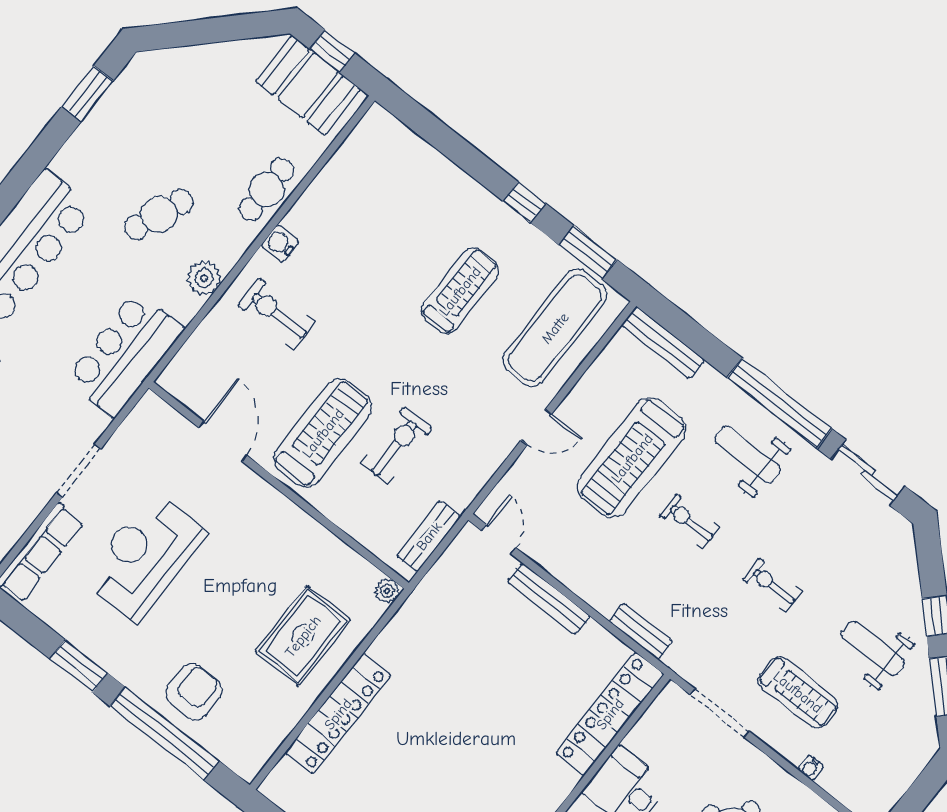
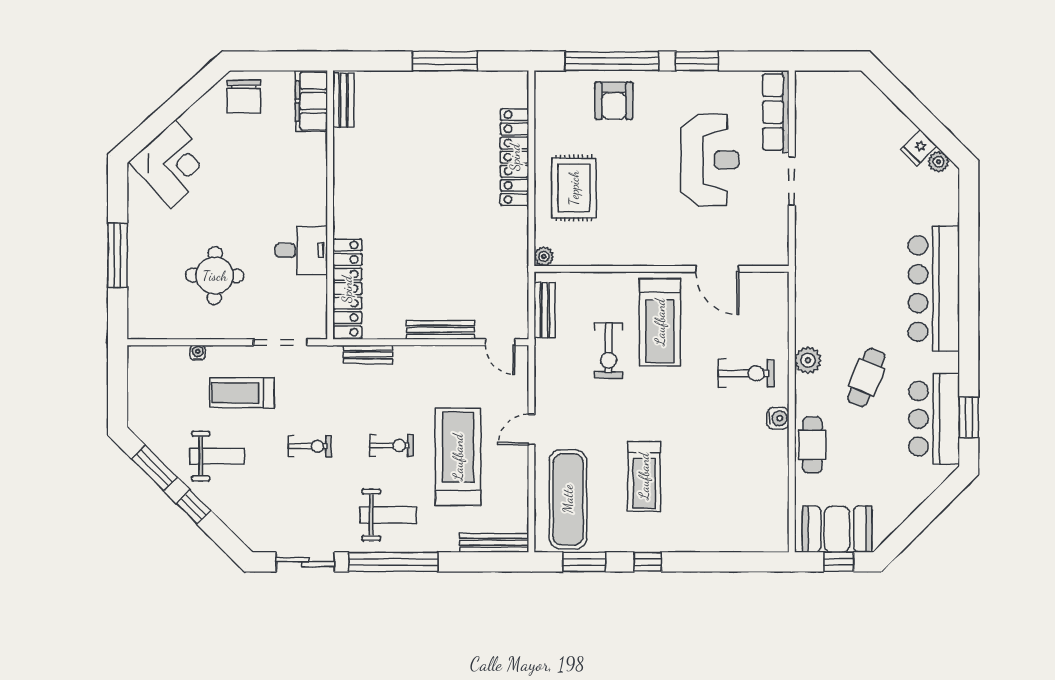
bar counter: (125, 354) -> (934, 419), moved, turned 180

